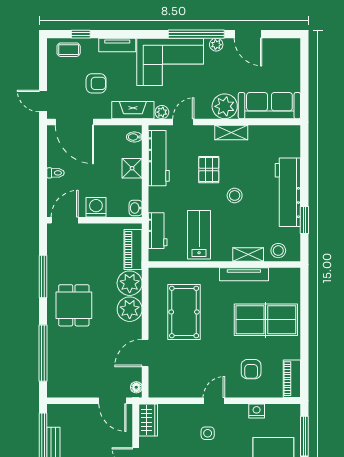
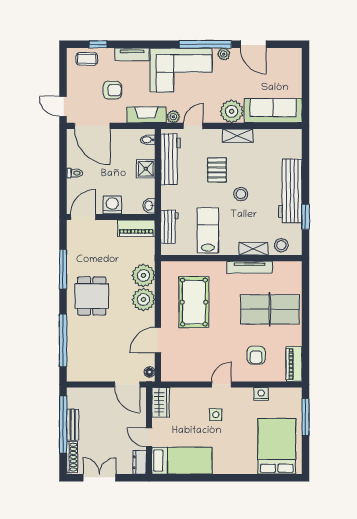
piano: (133, 249) -> (136, 228), moved, turned -90

